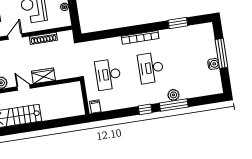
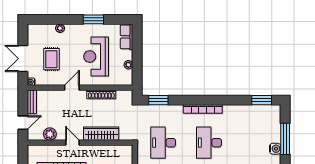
window: (178, 23) -> (262, 100), moved
window: (97, 35) -> (158, 100), added
wardrobe: (43, 76) -> (101, 134), width x1.50

